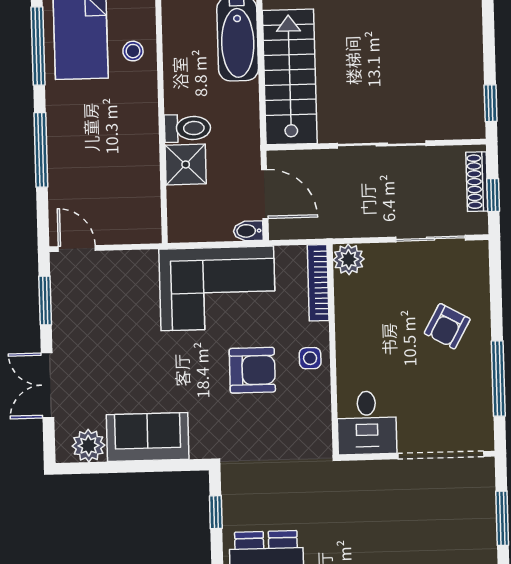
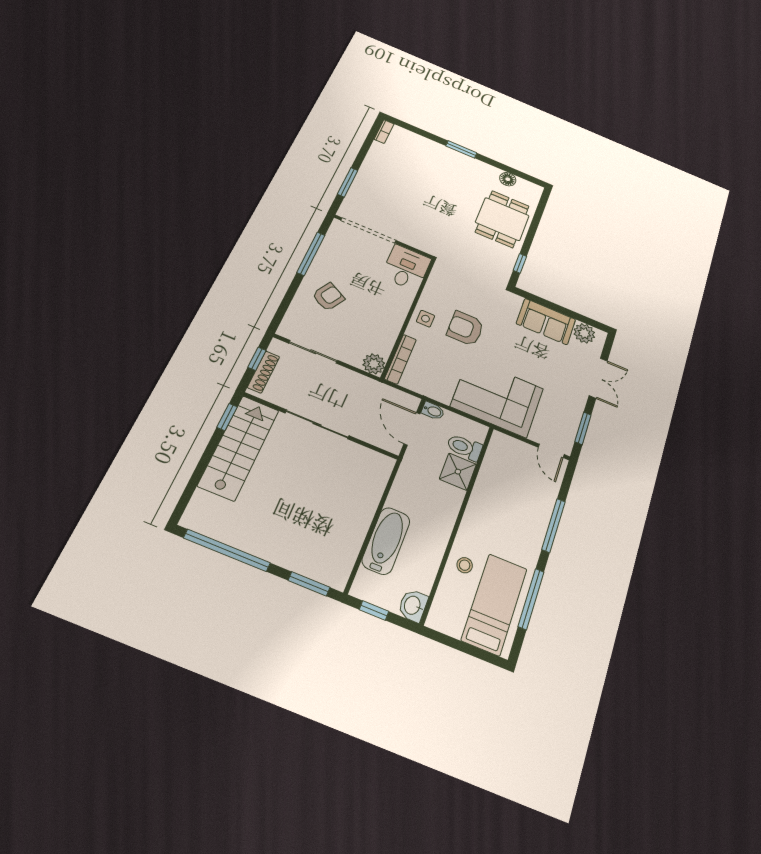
stairs: (290, 77) -> (239, 448), moved, turned 180
toilet: (187, 128) -> (465, 447), moved
corner sofa: (217, 288) -> (497, 398), moved

